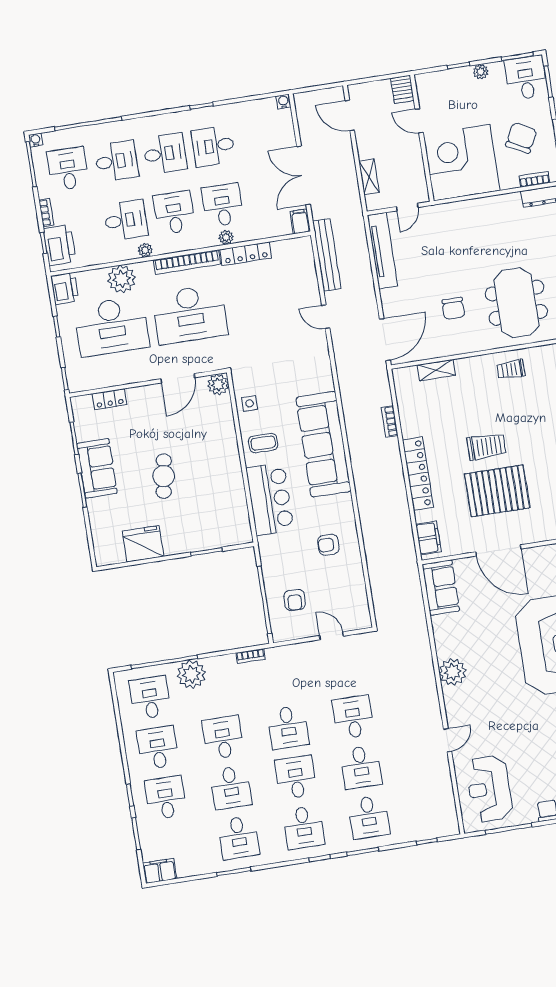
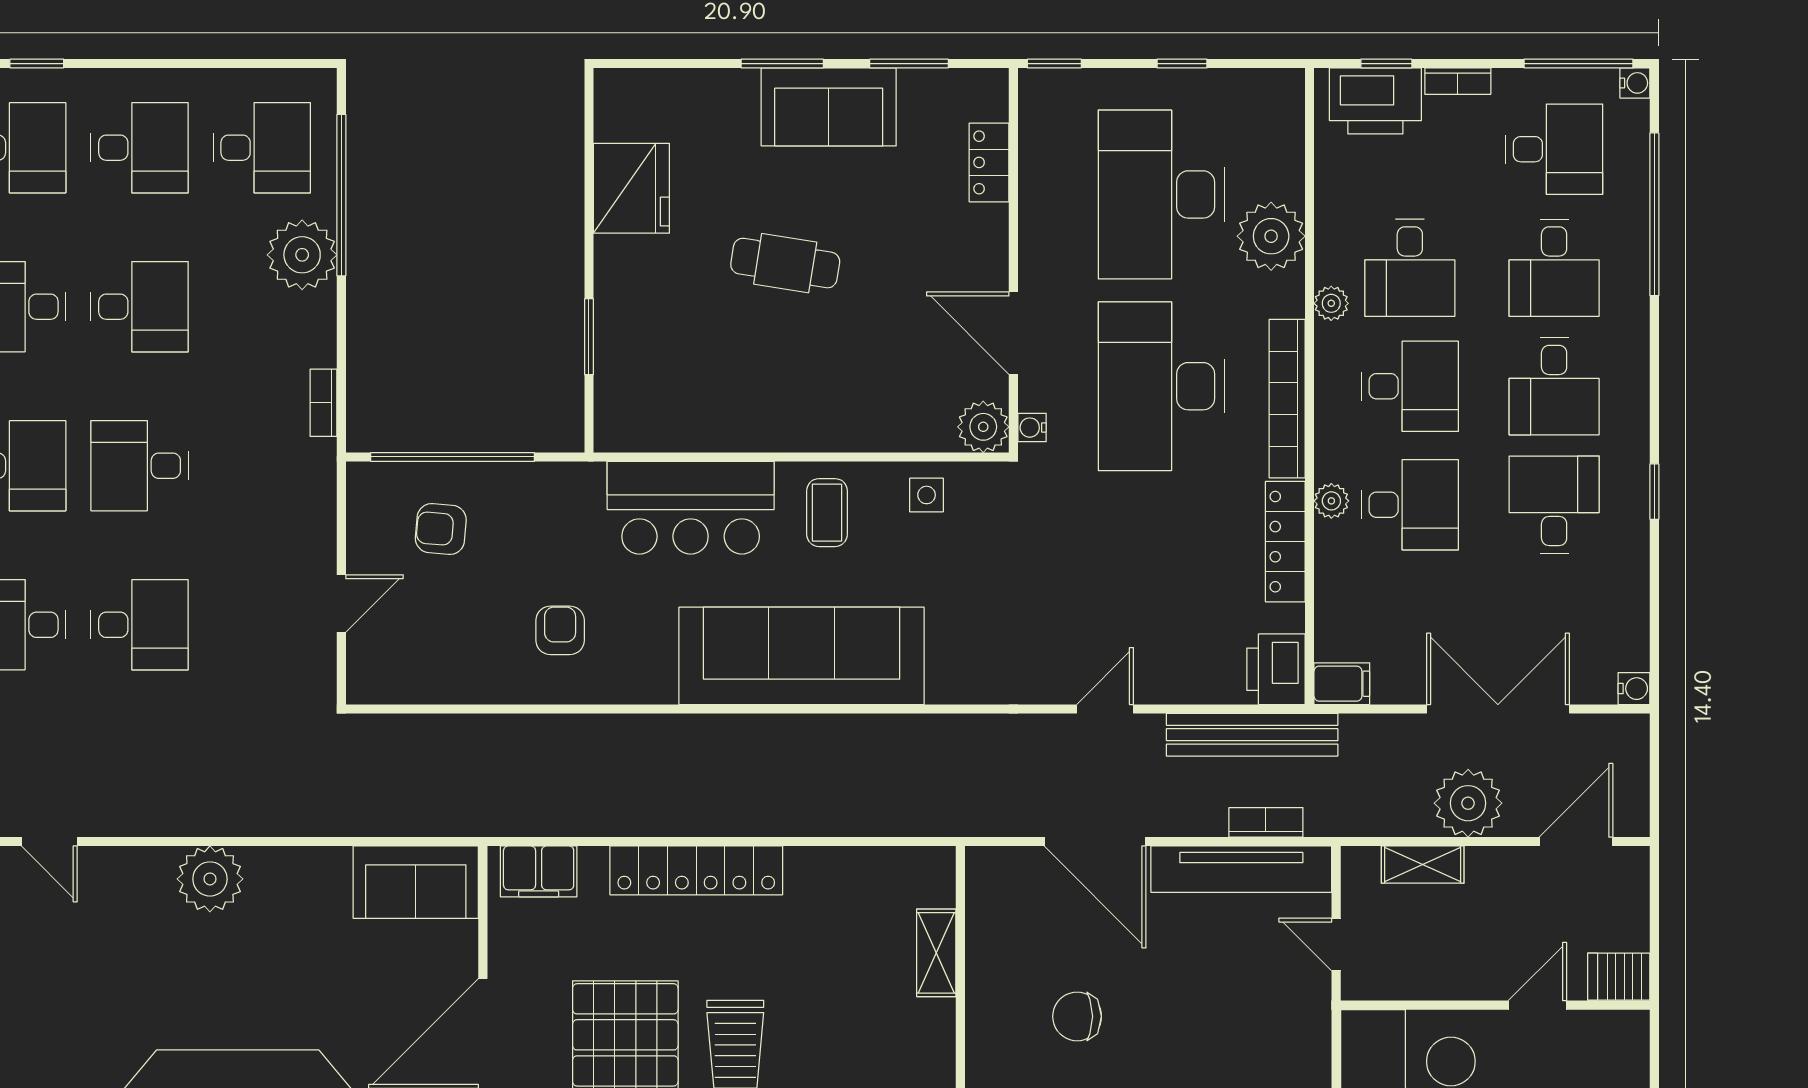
plant: (341, 162) -> (1468, 803), added
double door: (304, 175) -> (1498, 709), moved
printer: (65, 288) -> (1276, 669), moved, turned 90
door: (385, 340) -> (1095, 842), moved
water cooler: (215, 365) -> (1032, 428), added
bookcase: (390, 421) -> (1266, 822), moved

